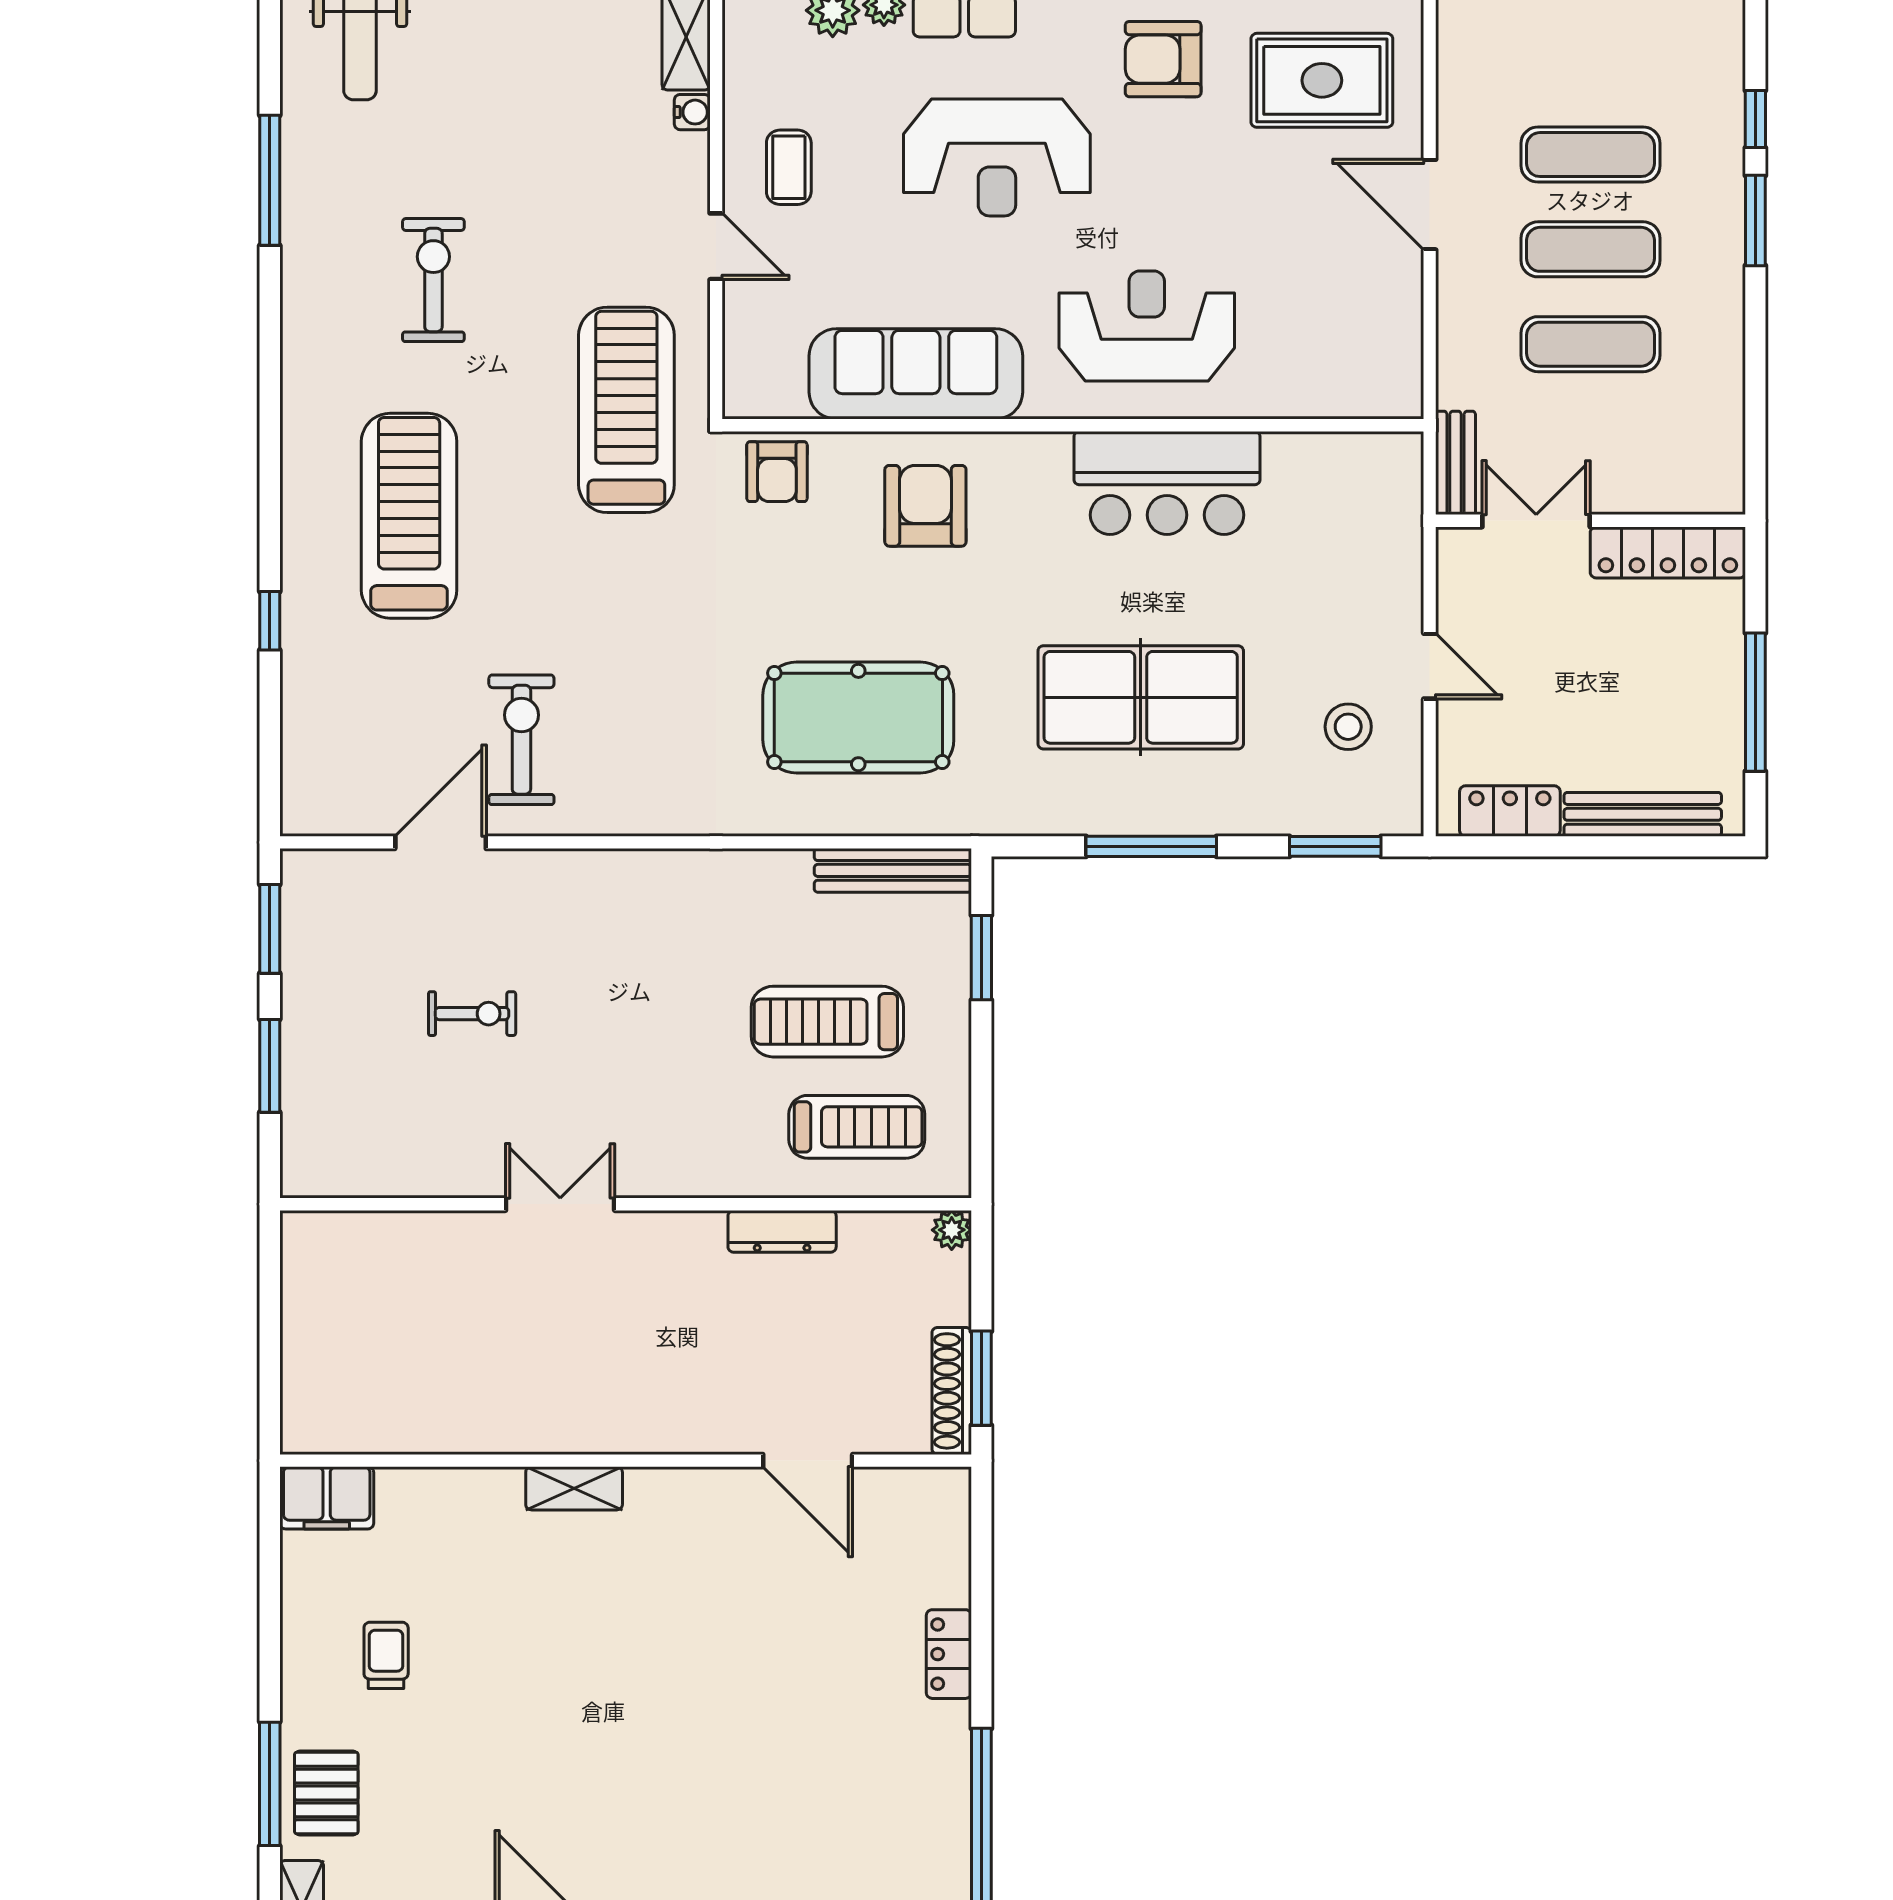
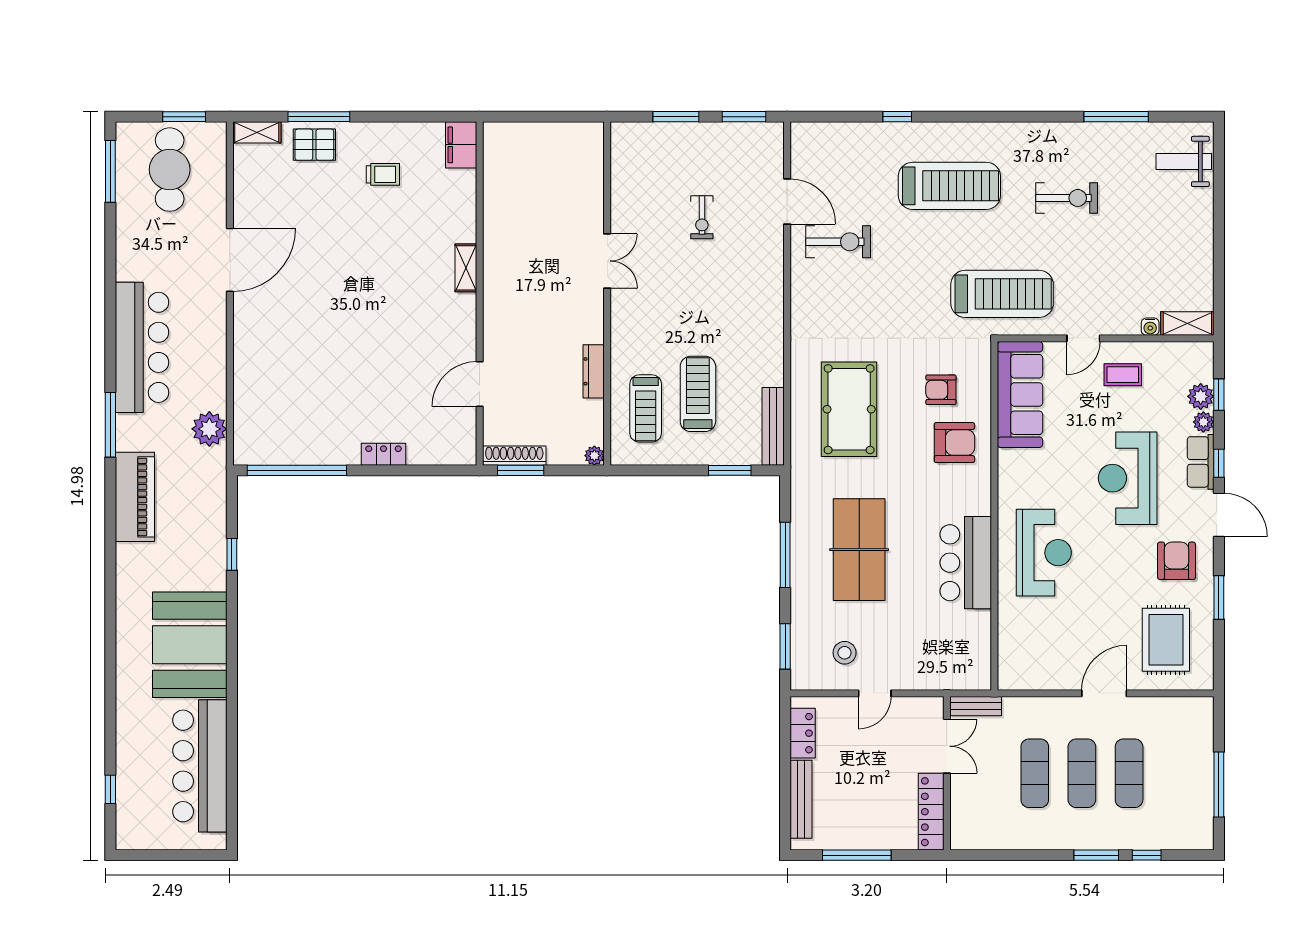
sofa: (916, 374) -> (1020, 395), moved
armchair: (777, 472) -> (941, 390), moved

